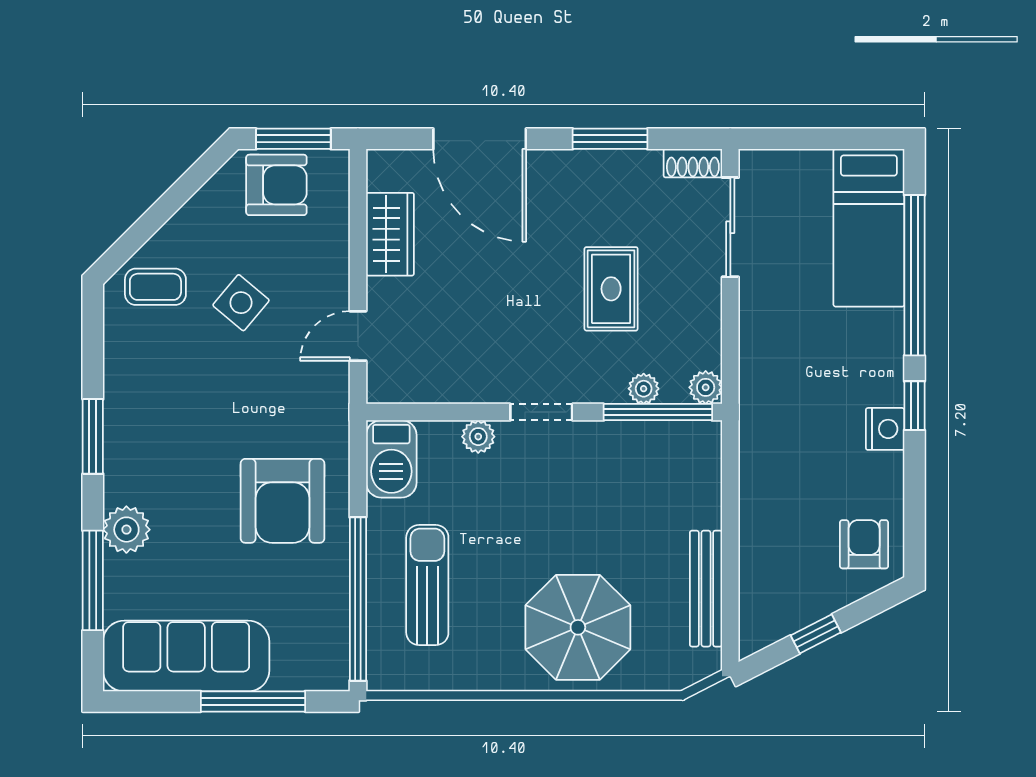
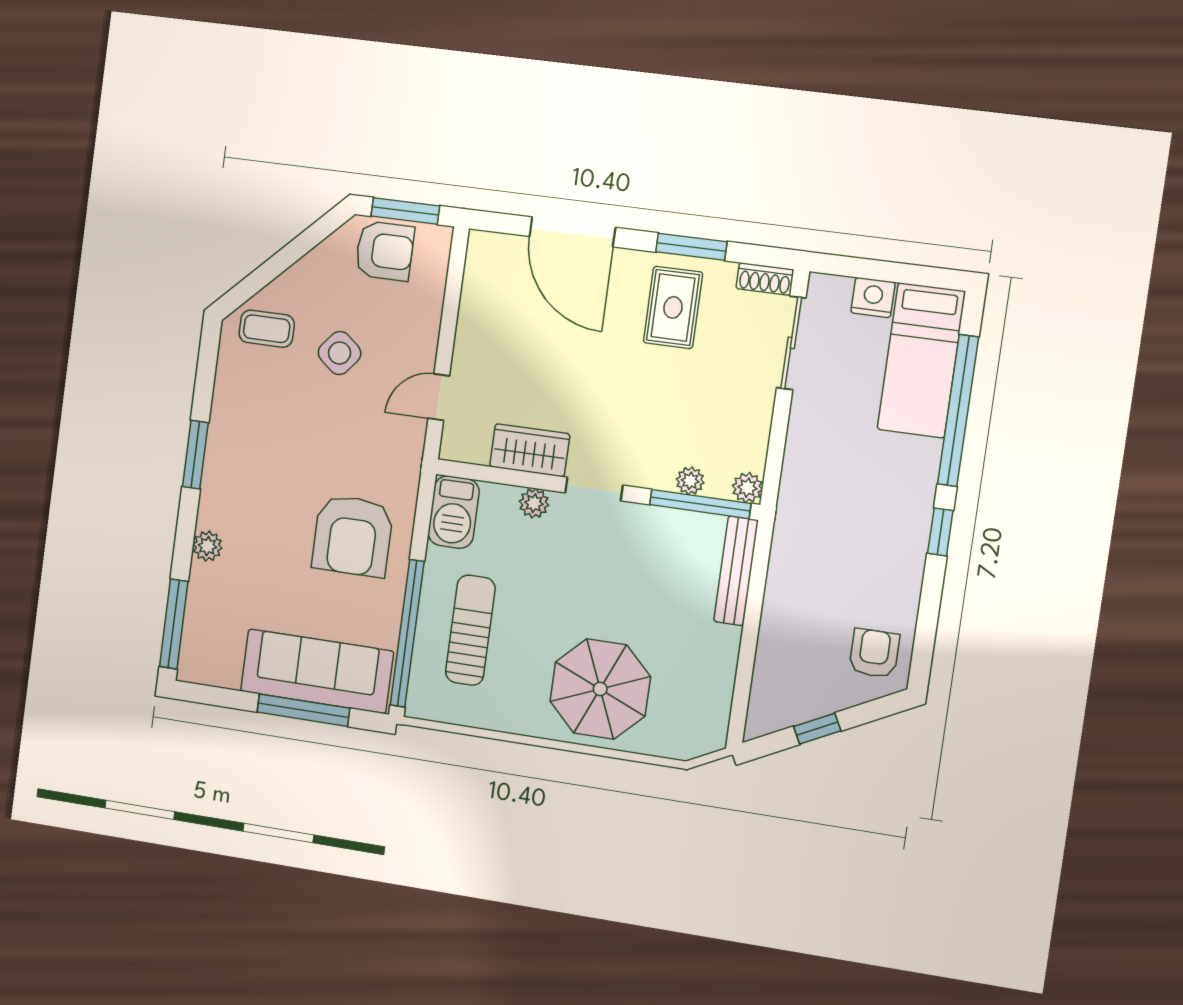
wardrobe: (390, 234) -> (530, 450), moved, turned -90
rug: (611, 289) -> (673, 307), moved
nightstand: (885, 429) -> (873, 298), moved, turned -90
plant: (126, 530) -> (208, 546), width x0.73, depth x0.73
window: (93, 580) -> (174, 624), moved
bench: (706, 589) -> (736, 571), moved
sofa: (186, 656) -> (317, 671), moved

